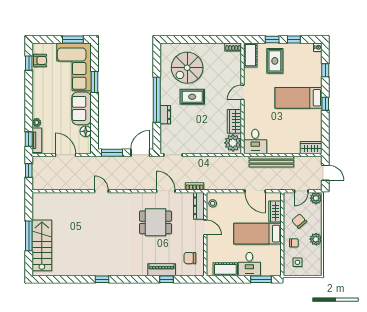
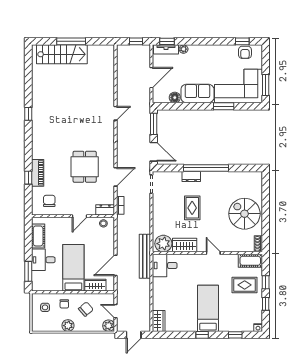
spiral stairs: (187, 68) -> (244, 214), moved
rug: (192, 97) -> (192, 208), moved
bench: (271, 162) -> (145, 256), moved
dresser: (199, 206) -> (105, 210), width x0.70

